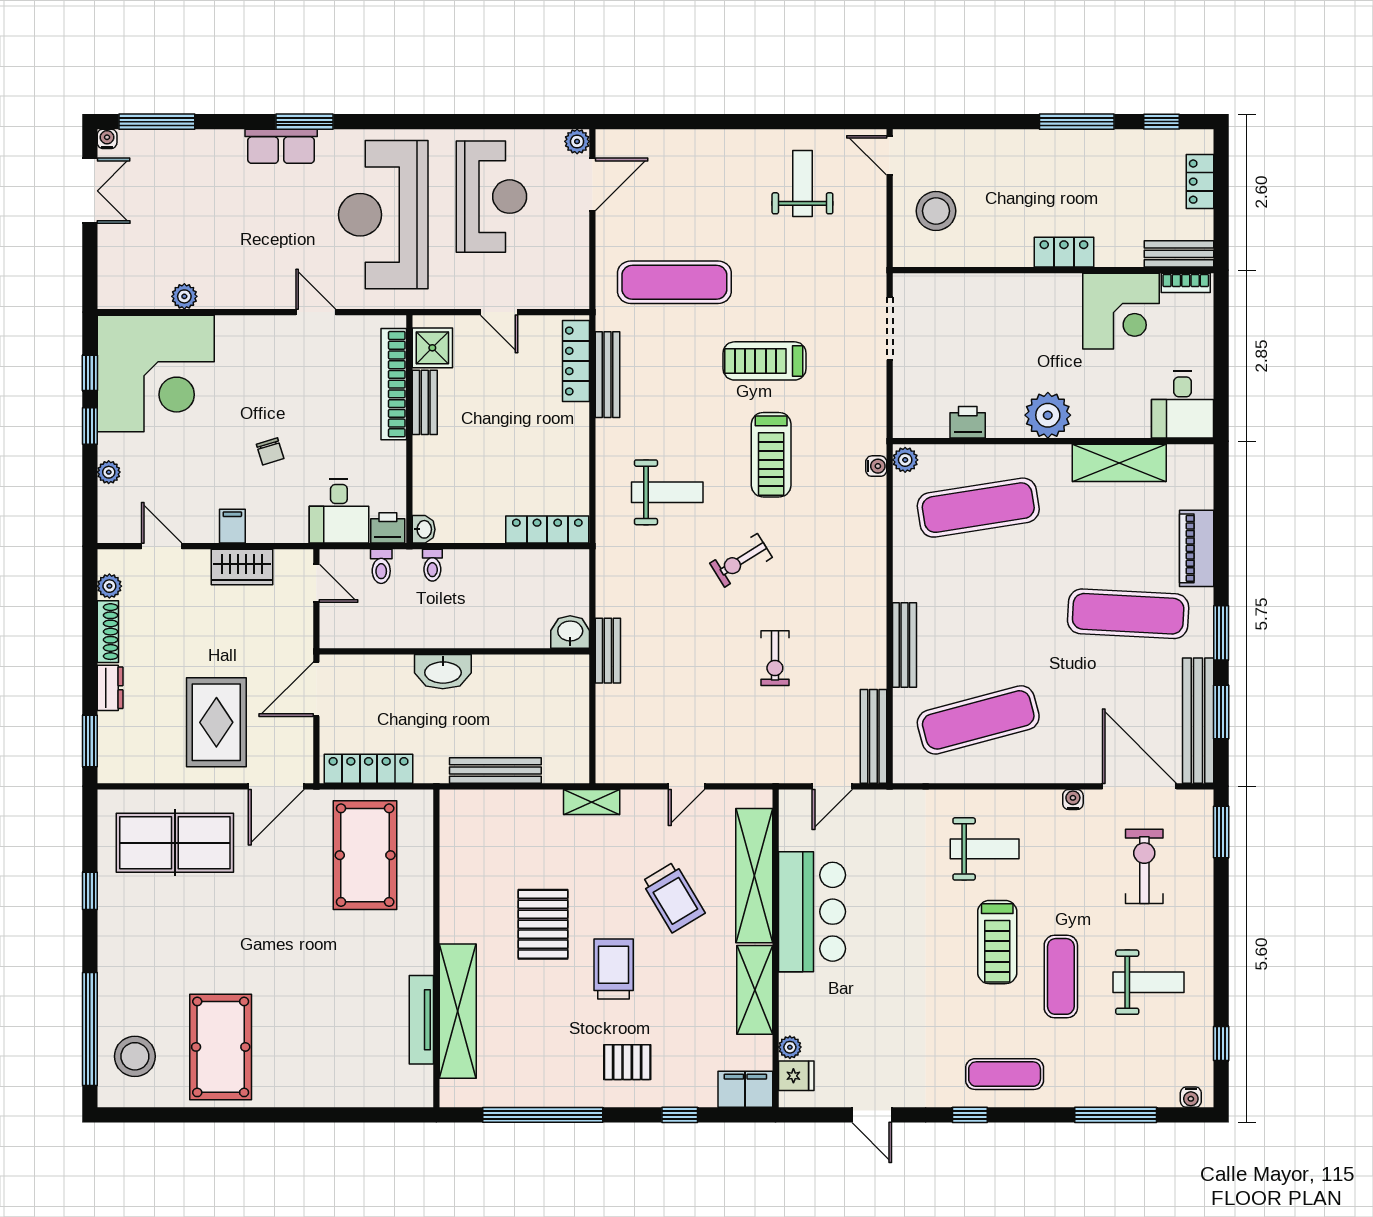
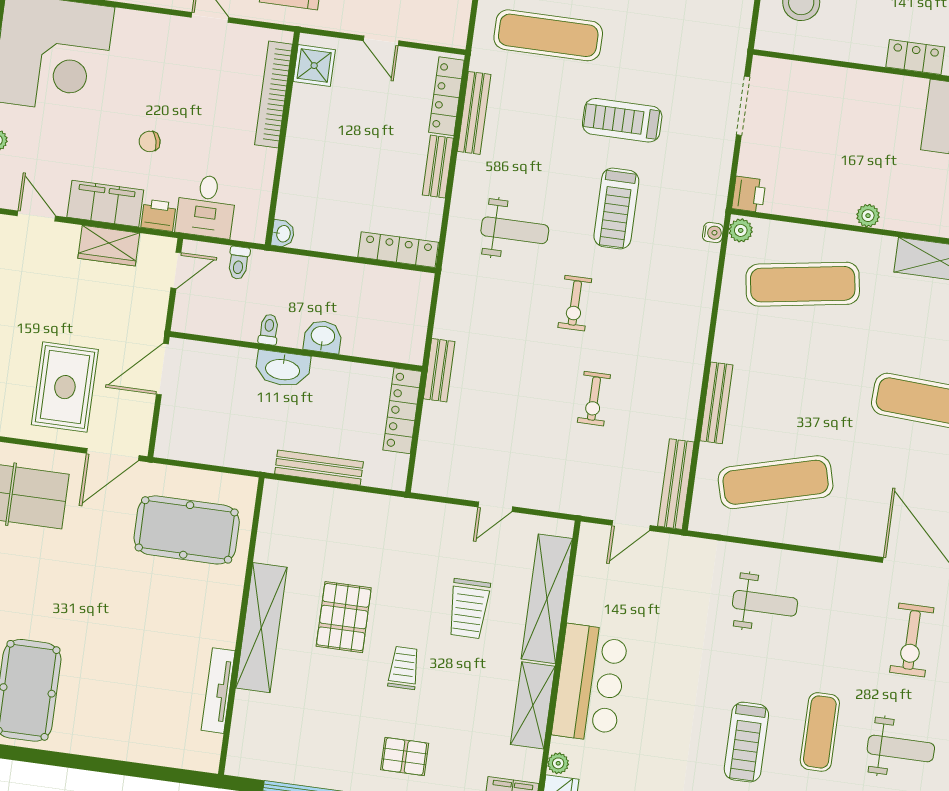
bench: (425, 402) -> (438, 167), moved
plant: (1048, 415) -> (868, 216), width x0.53, depth x0.53
printer: (968, 422) -> (749, 194), moved, turned 90
chair: (270, 451) -> (150, 141), turned 92
filing cabinet: (232, 526) -> (105, 204), width x3.00, depth x1.17
printer: (388, 528) -> (158, 215), moved
exercise bike: (741, 560) -> (575, 303), turned -58
toilet: (432, 565) -> (269, 330), moved, turned 180
door: (316, 583) -> (176, 270), hinge flipped
washbasin: (570, 632) -> (323, 337), moved
locker: (369, 769) -> (402, 411), moved, turned -90
water cooler: (1073, 799) -> (854, 568), removed
shelving: (592, 802) -> (405, 509), removed
pool table: (365, 855) -> (187, 530), turned 90
exercise bike: (1144, 866) -> (912, 640), turned 180
trolley: (673, 897) -> (469, 609), turned 31
bar counter: (812, 912) -> (590, 683), moved
treadmill: (997, 942) -> (746, 742), moved
trolley: (614, 969) -> (404, 668), width x0.73, depth x0.72
shelving: (458, 1011) -> (261, 628), moved

